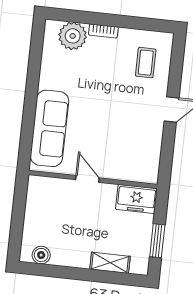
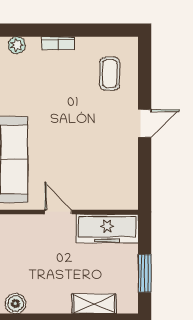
plant: (73, 36) -> (17, 45), width x0.53, depth x0.53
freezer: (136, 199) -> (107, 229), width x1.40

